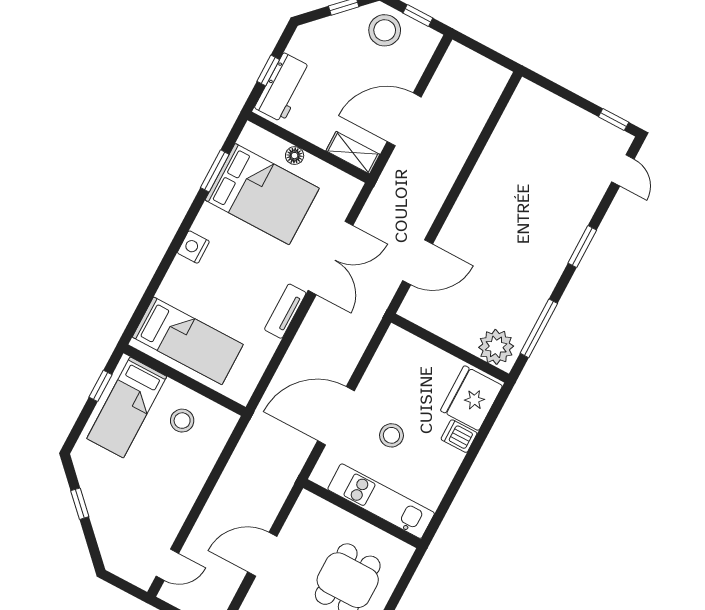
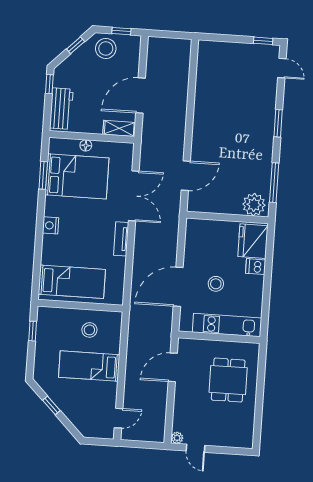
window: (268, 70) -> (49, 84), moved
bed: (127, 407) -> (89, 366), moved, turned 90
door: (262, 554) -> (173, 367), moved

